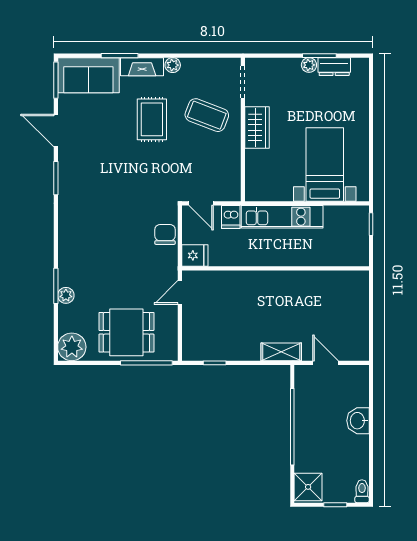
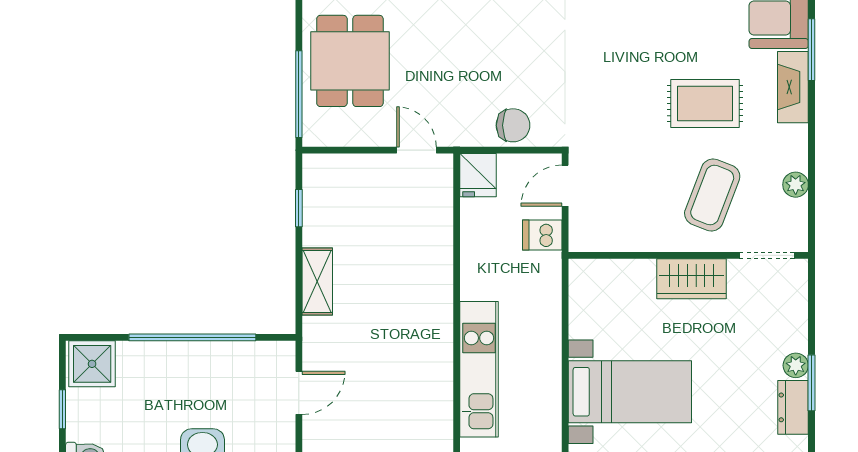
plant: (173, 65) -> (796, 185), moved
kitchen unit: (282, 217) -> (479, 369), moved, turned 180
shelving: (281, 352) -> (317, 281), moved

